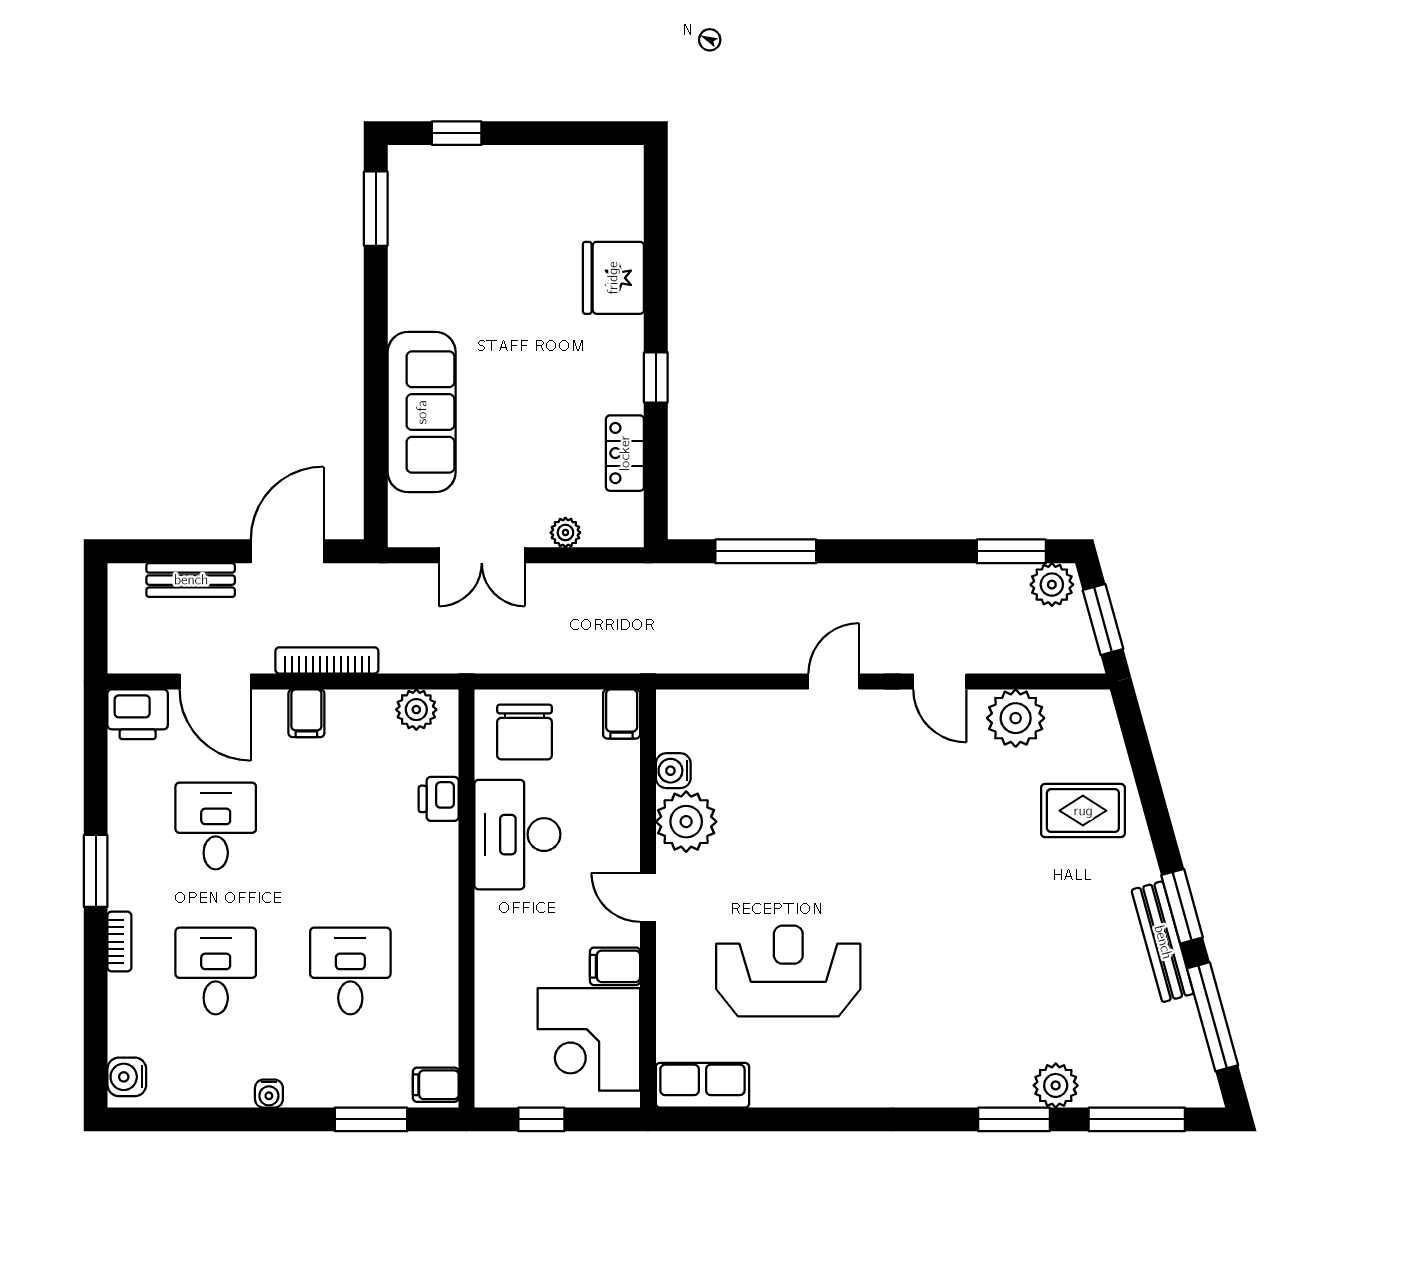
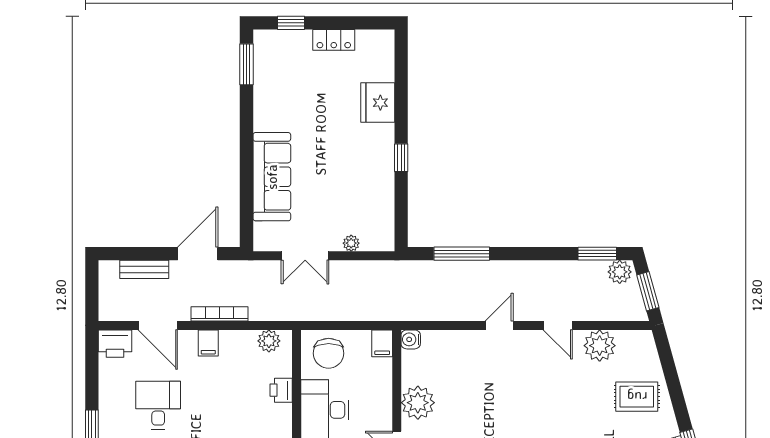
locker: (625, 453) -> (334, 40), moved, turned -90
water cooler: (673, 771) -> (411, 339), moved

